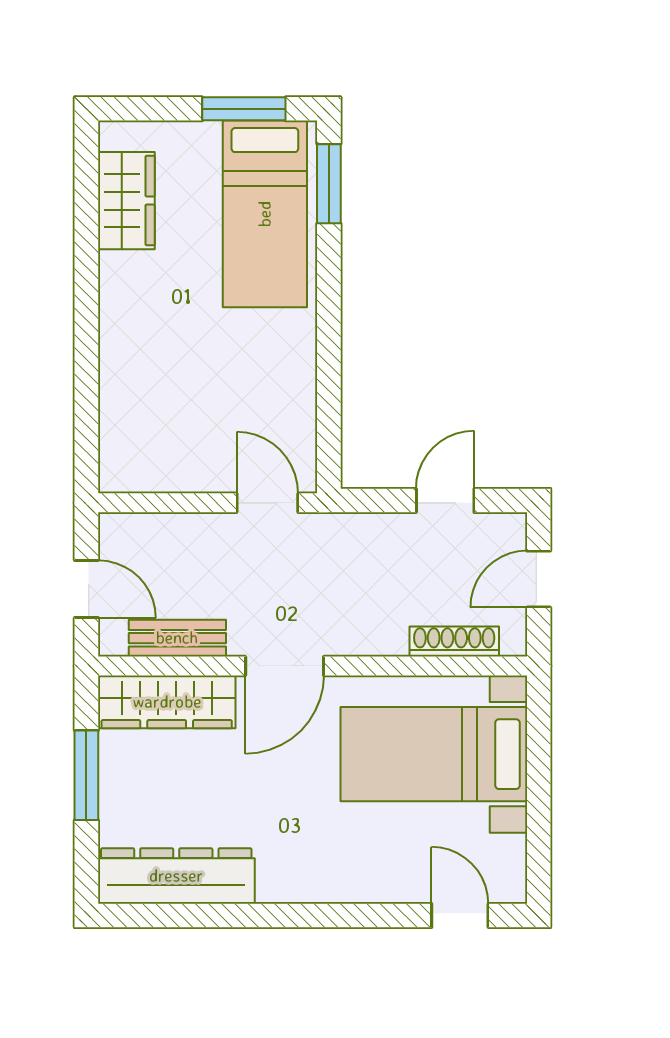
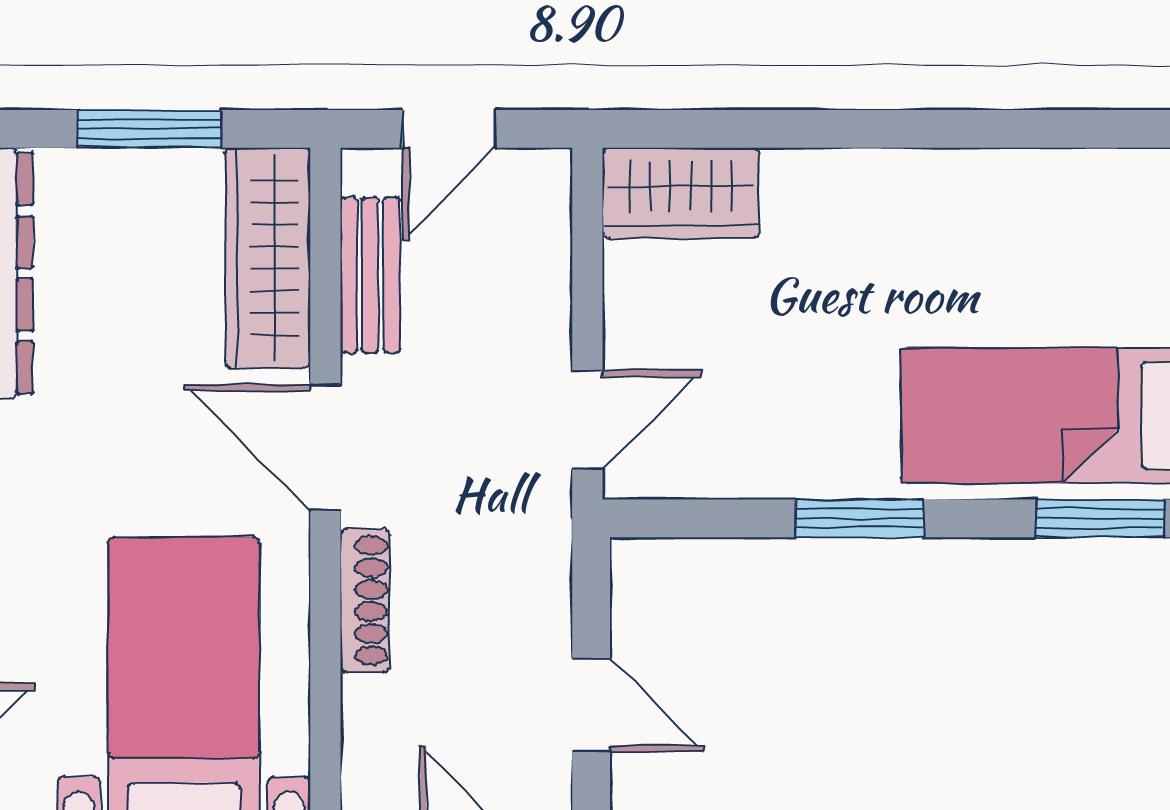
wardrobe: (126, 201) -> (681, 193), moved
window: (329, 333) -> (860, 518), added
shoe rack: (454, 641) -> (365, 601), moved

